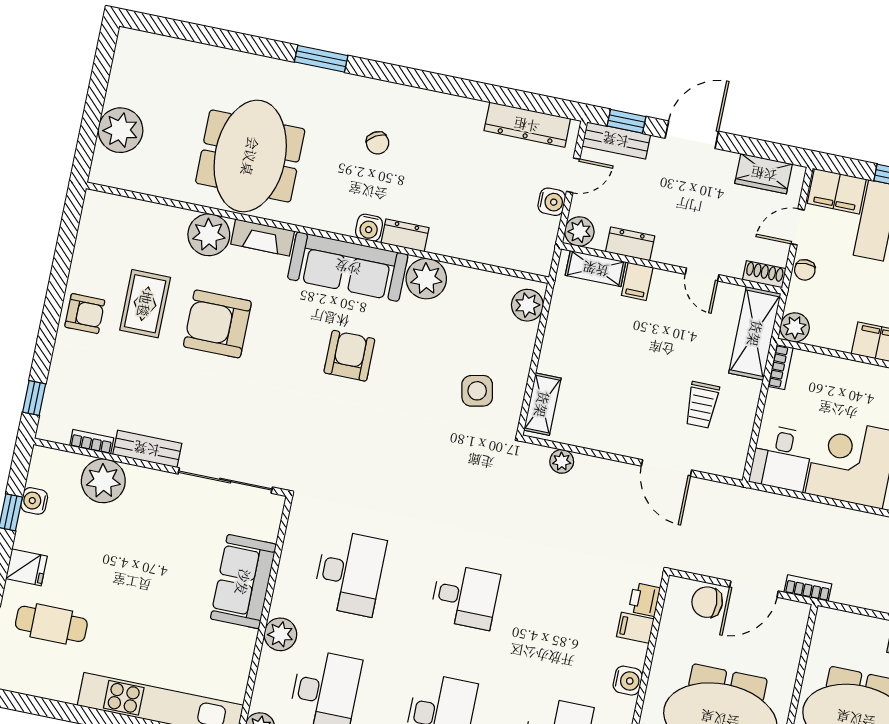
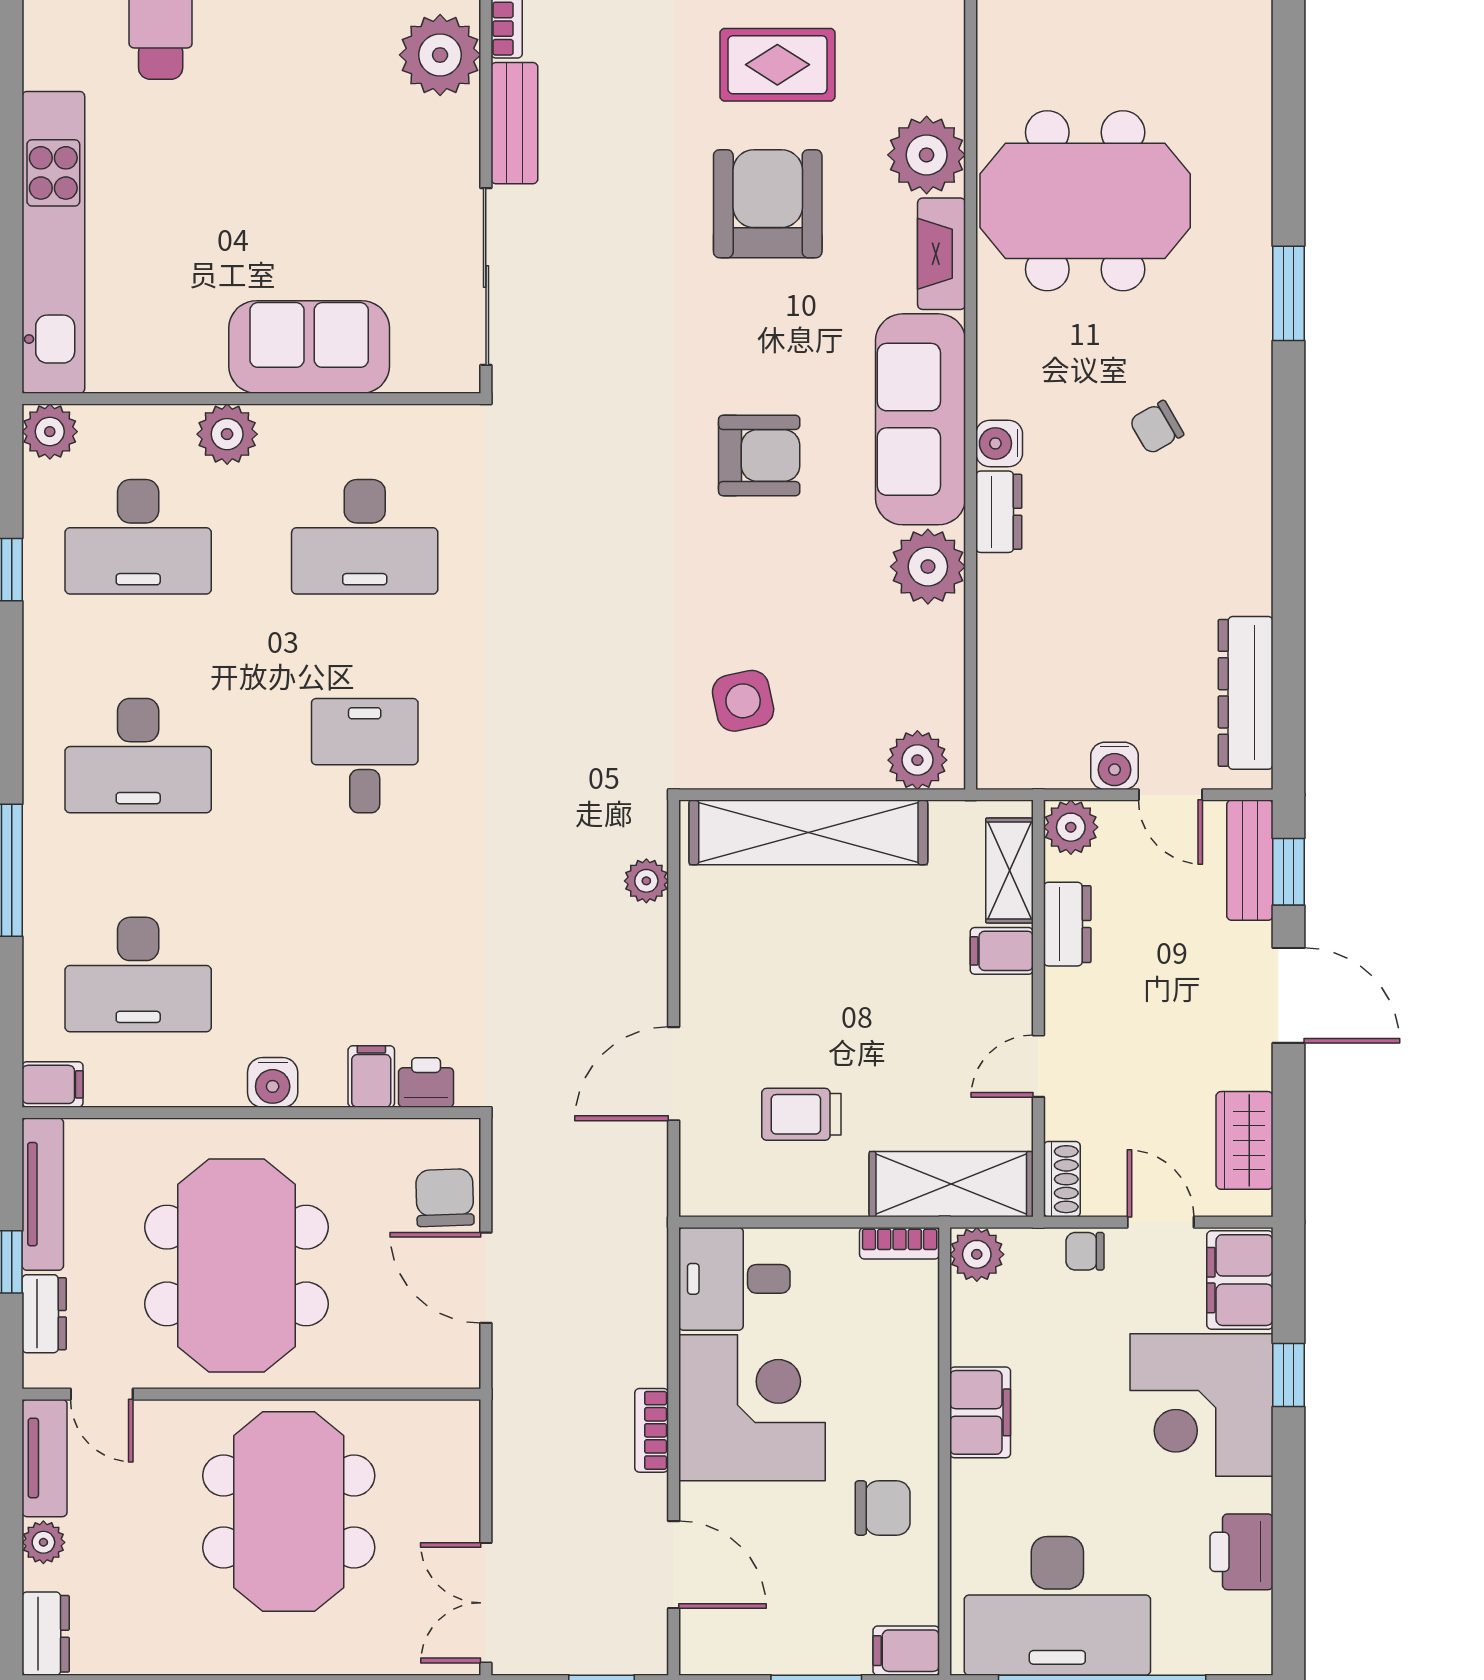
shelving: (542, 404) -> (808, 832), width x2.20, depth x1.33
bookcase: (808, 588) -> (652, 1430), moved, turned 180
desk: (465, 597) -> (365, 756), turned 180

